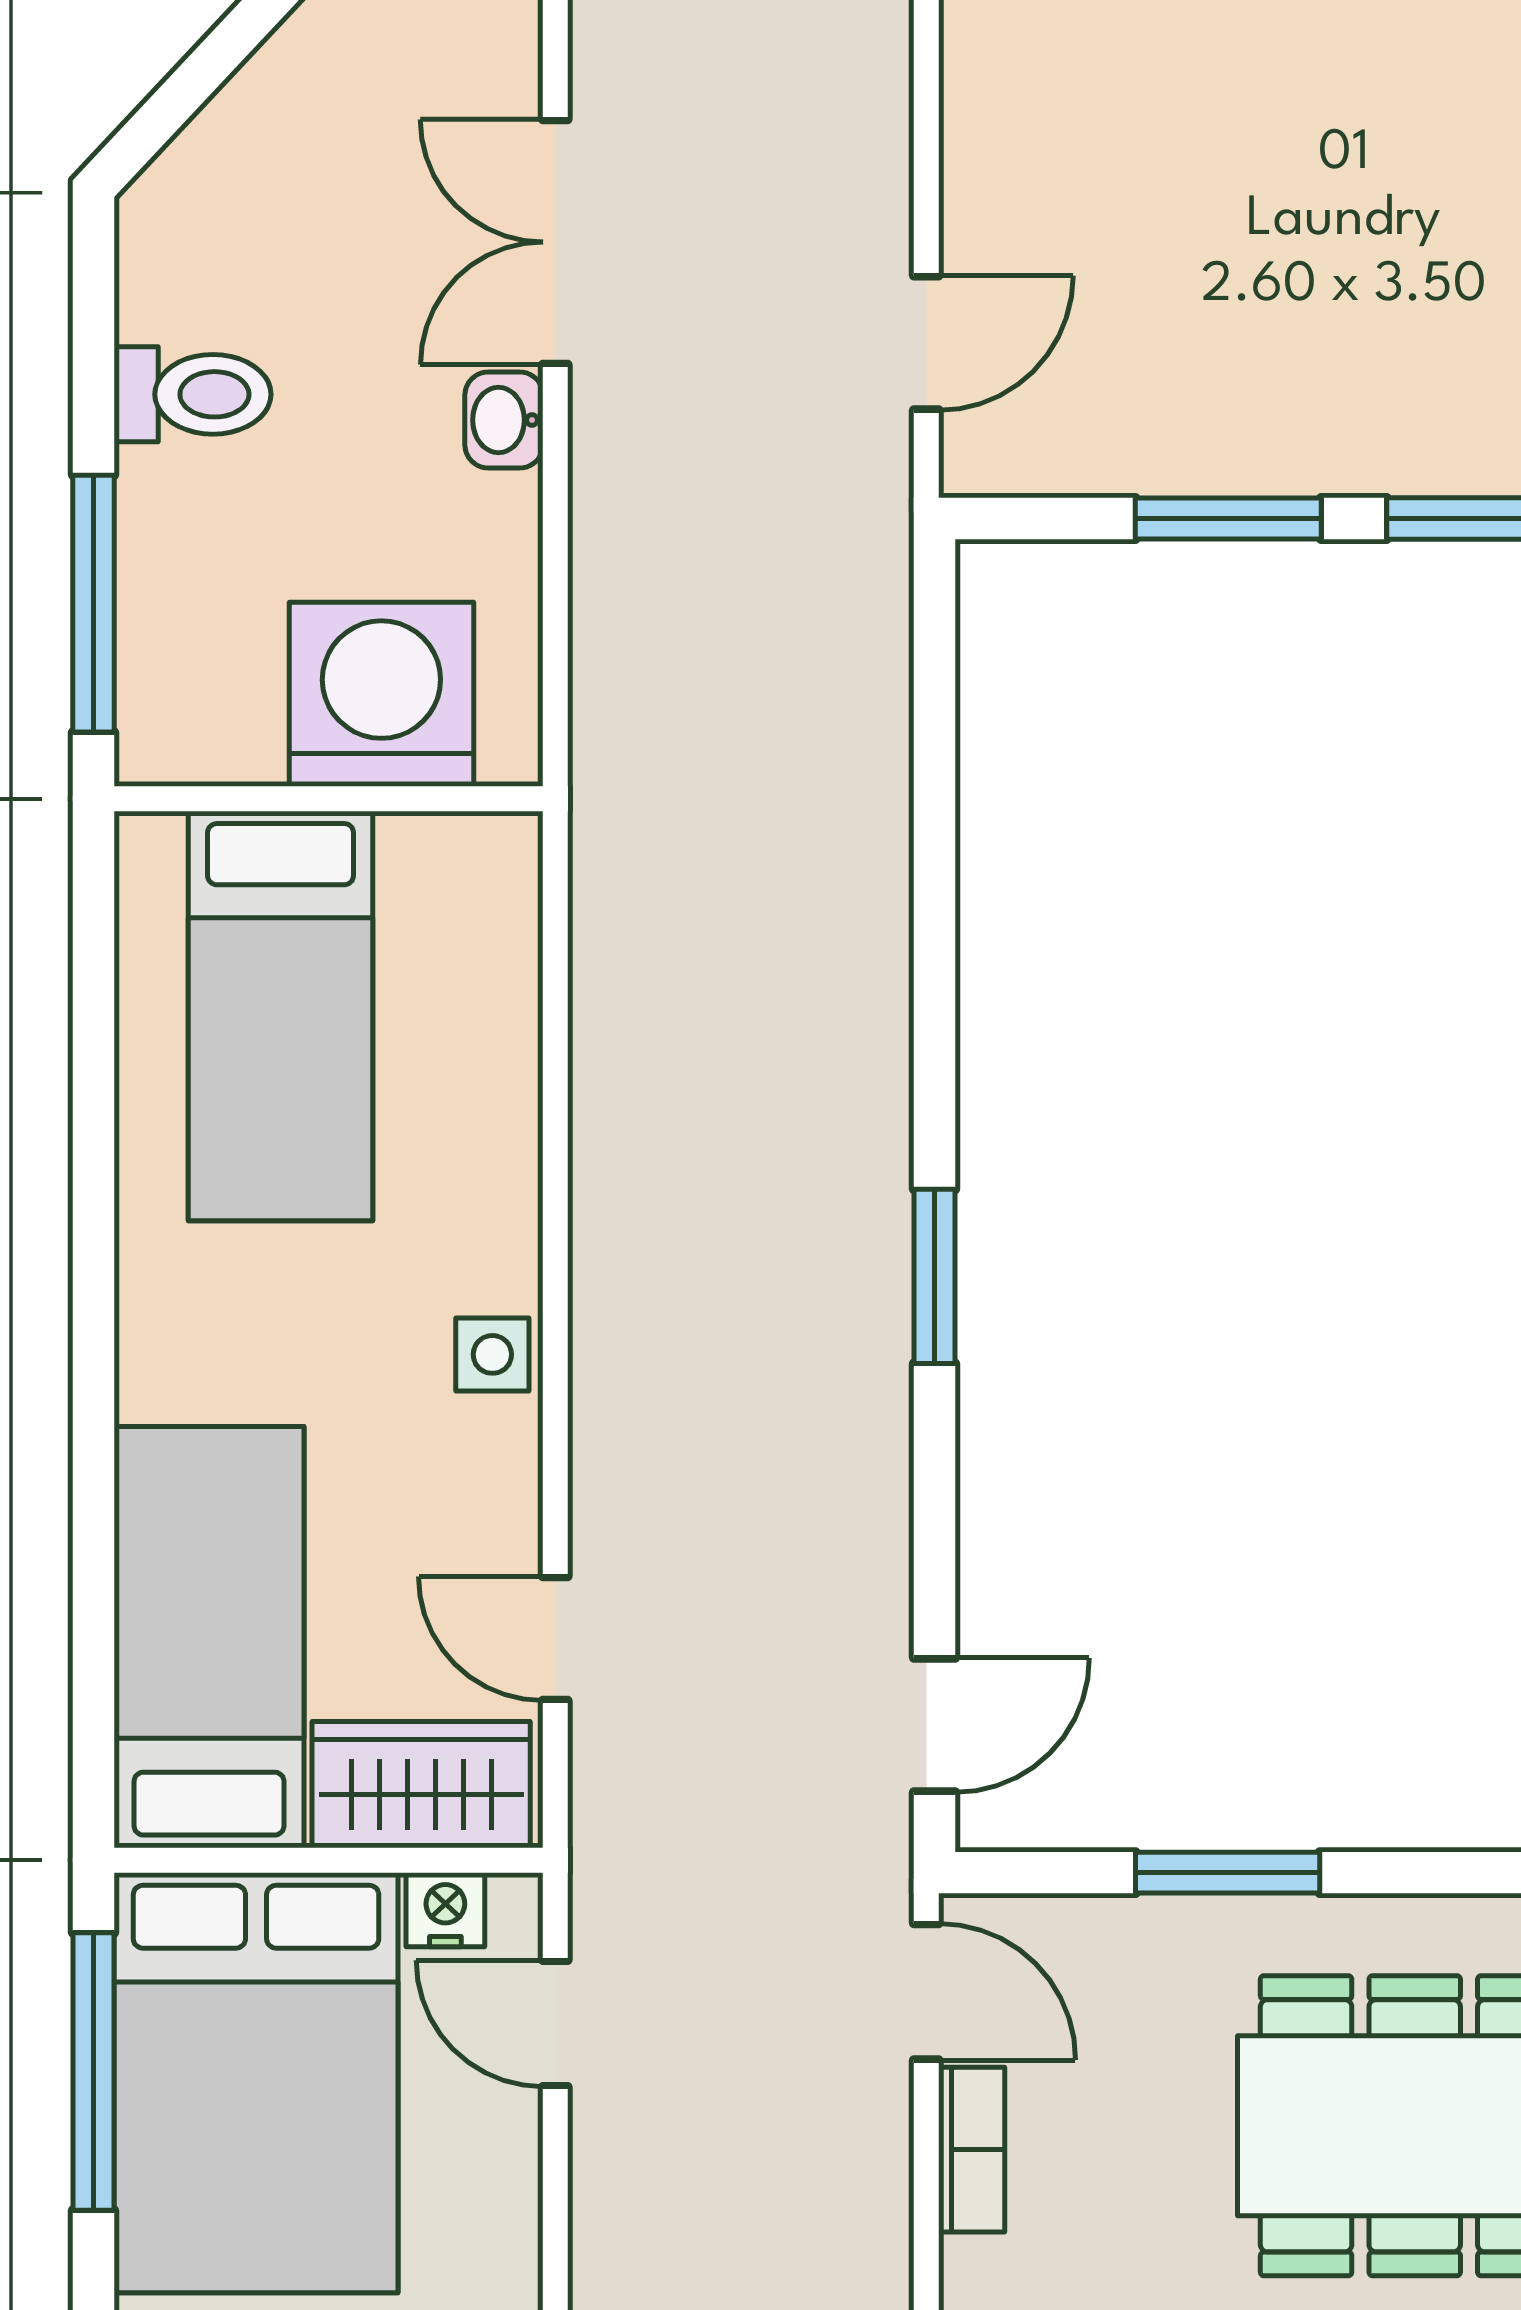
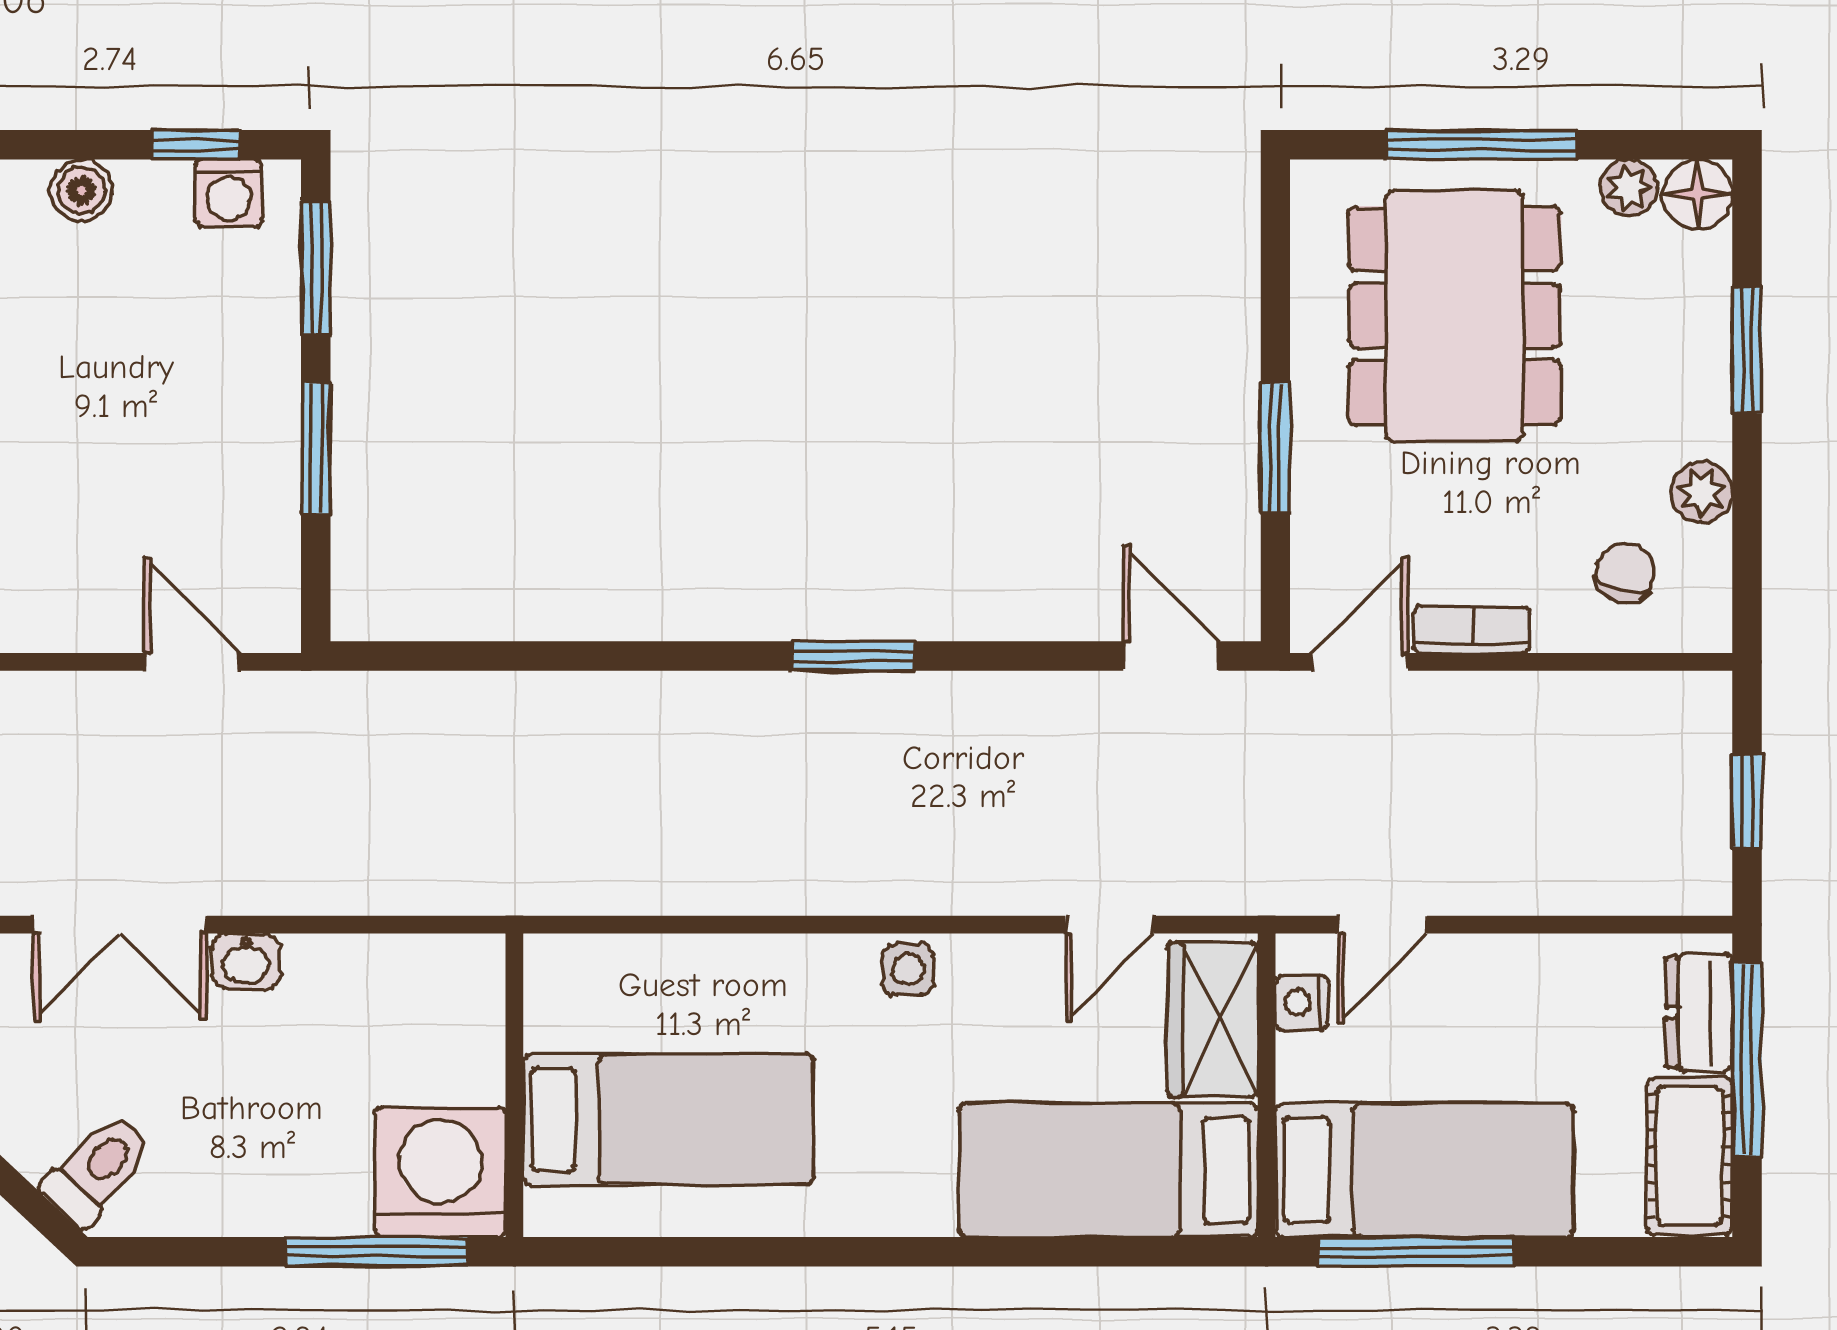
toilet: (193, 394) -> (97, 1170), moved, turned 43
washing machine: (381, 694) -> (440, 1172), moved, turned 90
bed: (256, 2083) -> (1424, 1170), width x0.67

